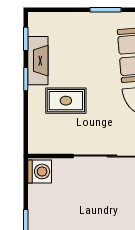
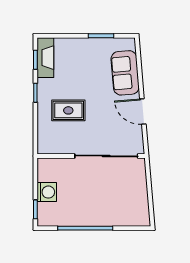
fireplace: (38, 61) -> (45, 58), moved
washing machine: (40, 171) -> (47, 192), moved

